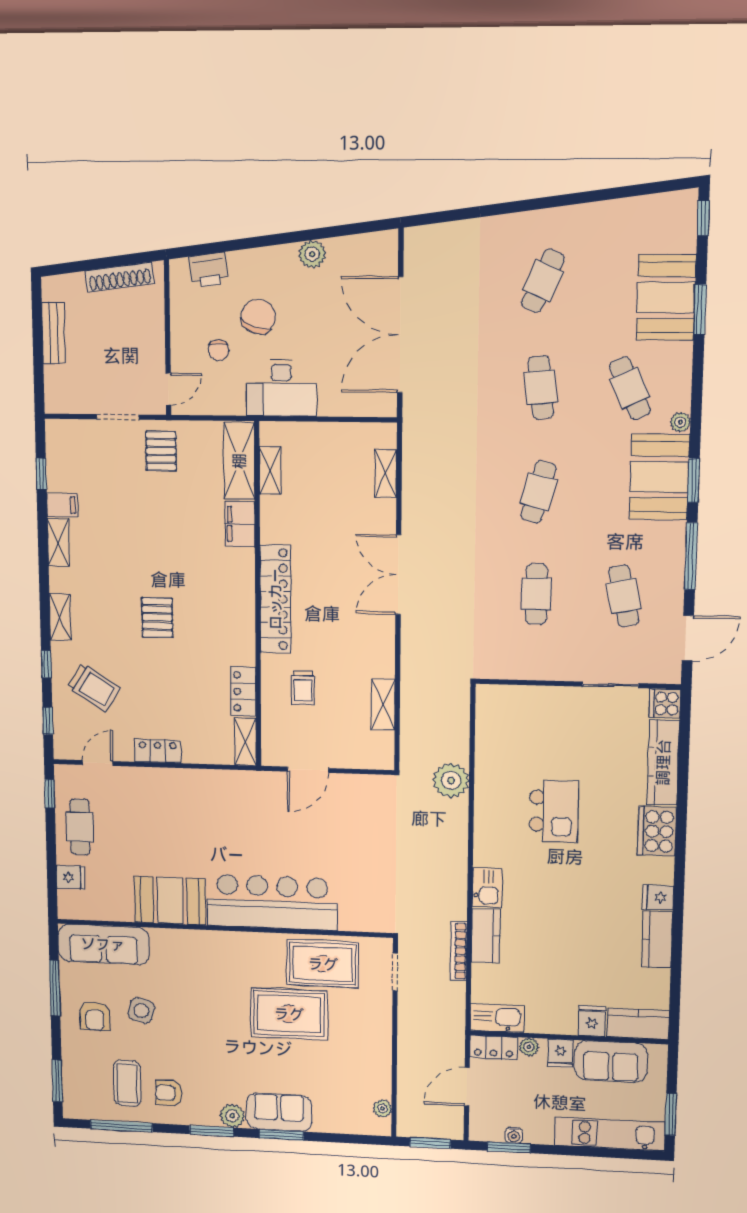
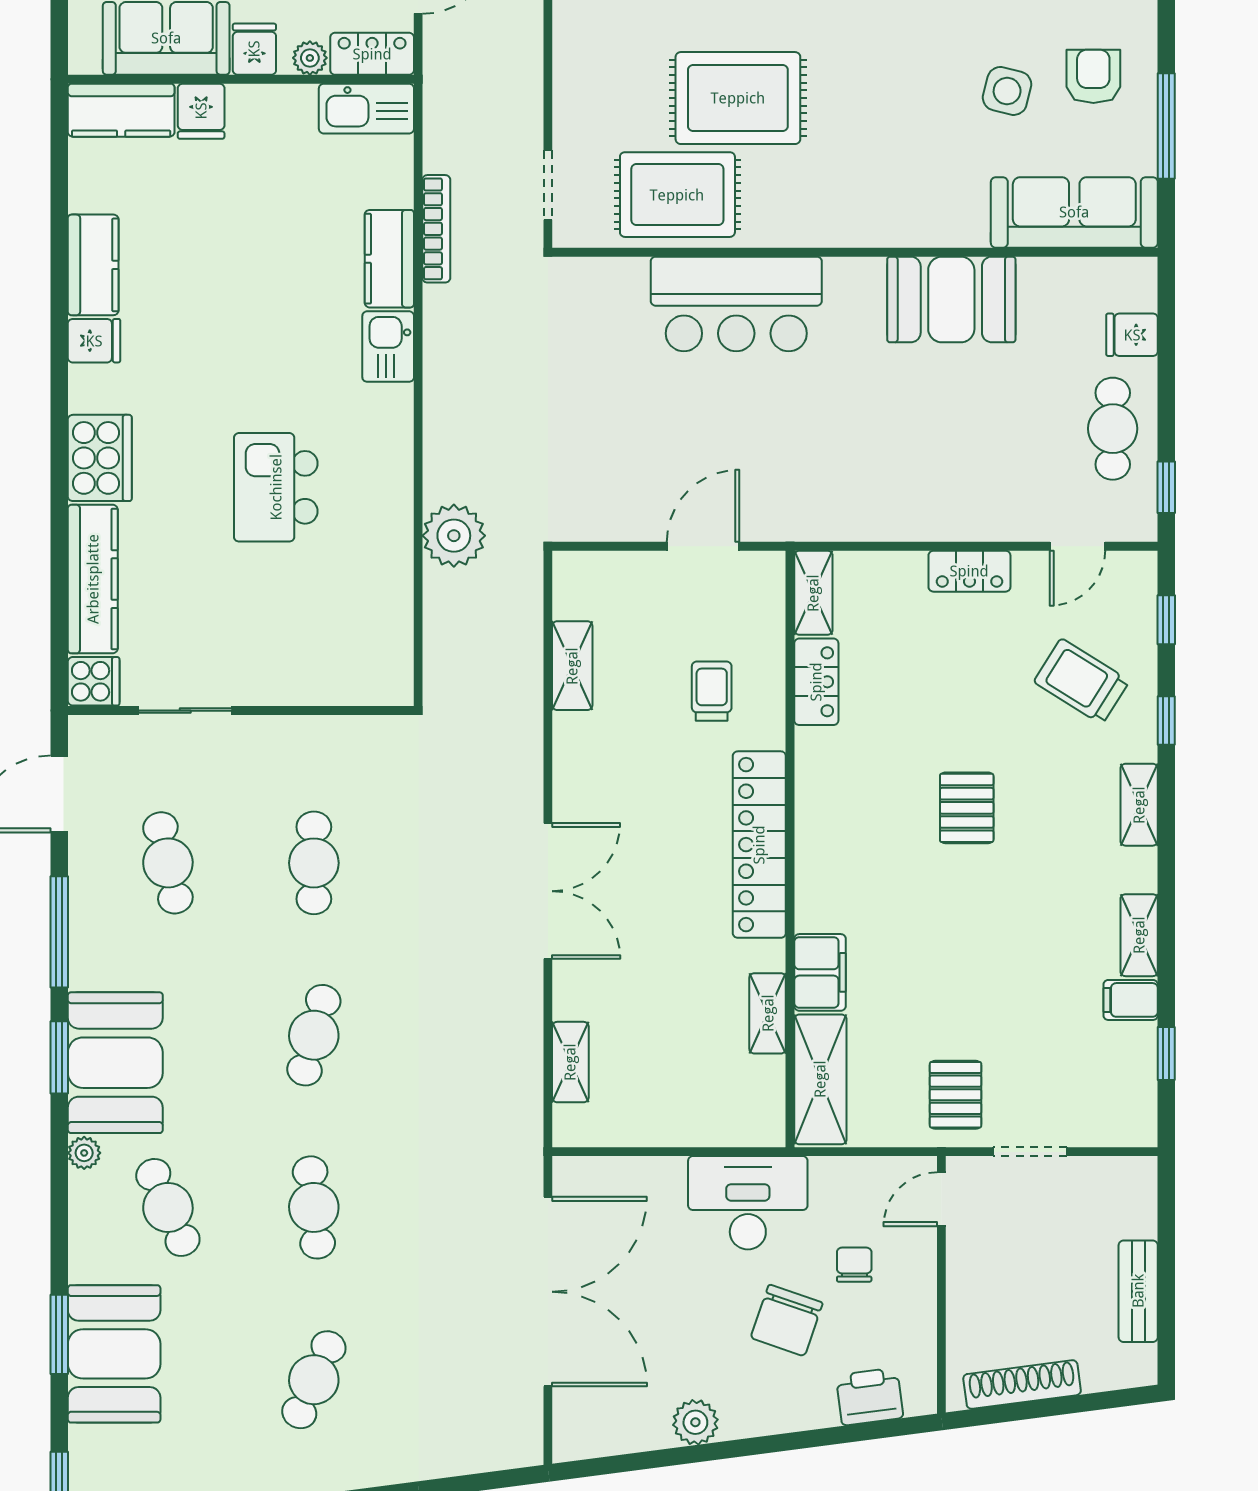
shelving: (270, 470) -> (768, 1013), moved
bar counter: (272, 902) -> (736, 304), width x0.73

